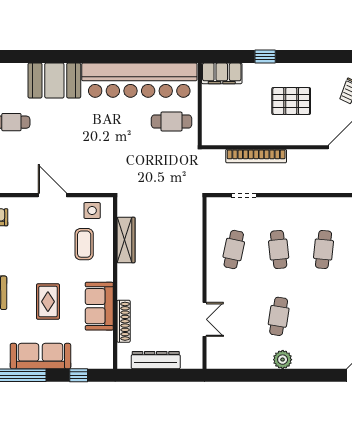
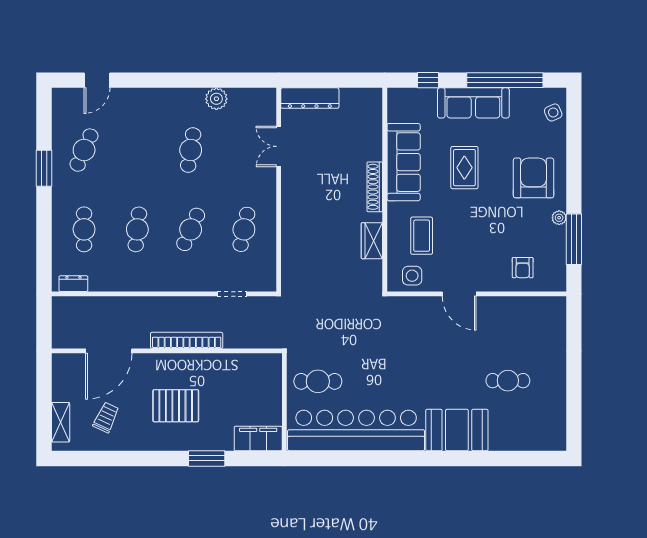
window: (265, 57) -> (207, 458), width x1.50
bookcase: (256, 156) -> (187, 340), moved
wardrobe: (126, 240) -> (372, 241), width x0.67
cafe table: (279, 250) -> (191, 229), turned 30
sofa: (99, 306) -> (404, 162), width x1.36
shoe rack: (124, 321) -> (375, 187), moved
dresser: (156, 360) -> (310, 98), moved
plant: (283, 360) -> (216, 99), moved

